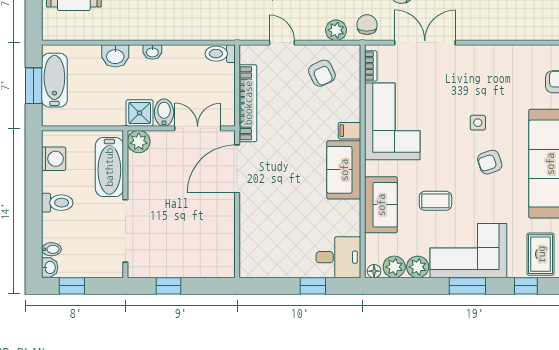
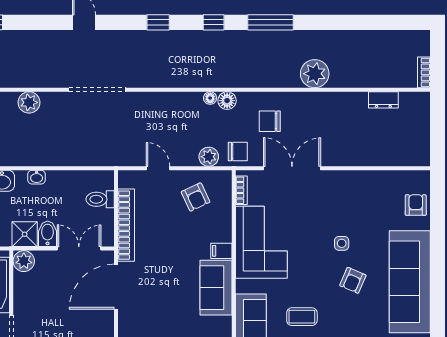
chair: (367, 25) -> (238, 151), turned 90
toilet: (220, 54) -> (100, 199), moved
armchair: (490, 162) -> (353, 280), turned -48

